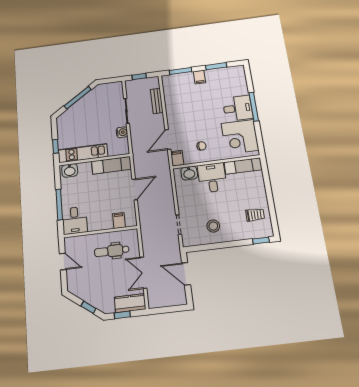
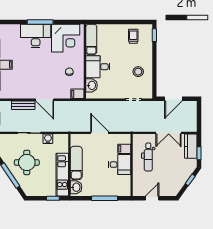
desk: (238, 108) -> (36, 36), width x1.37
round table: (93, 113) -> (27, 162), added
door: (168, 140) -> (45, 100), moved
exam couch: (111, 165) -> (76, 163), moved
desk: (75, 220) -> (120, 165), moved

